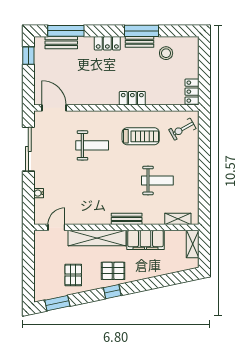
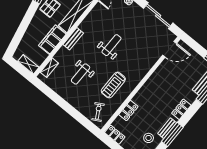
locker: (132, 98) -> (128, 110), moved
weight bench: (92, 145) -> (111, 45), moved, turned 180

